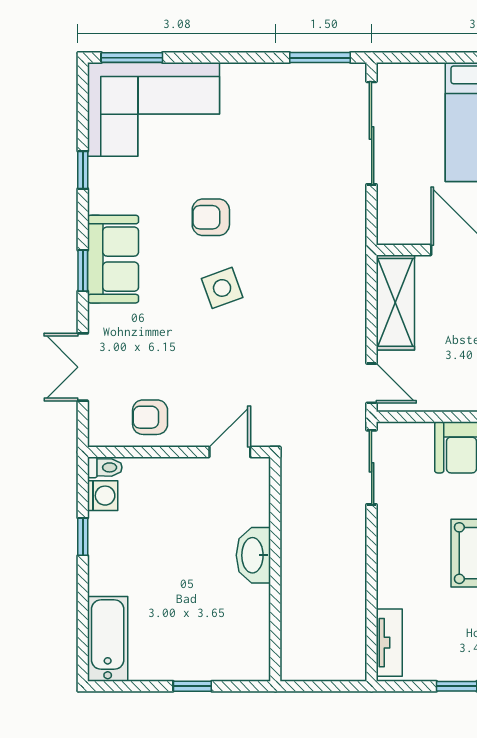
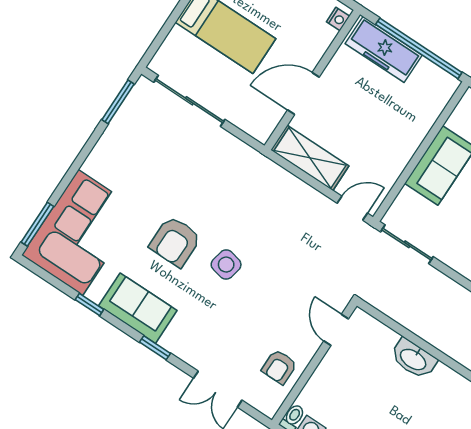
armchair: (211, 217) -> (175, 242), width x1.38, depth x1.38
sofa: (113, 259) -> (138, 308), moved
side table: (222, 288) -> (226, 265), turned 32

